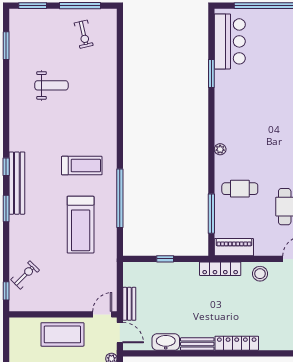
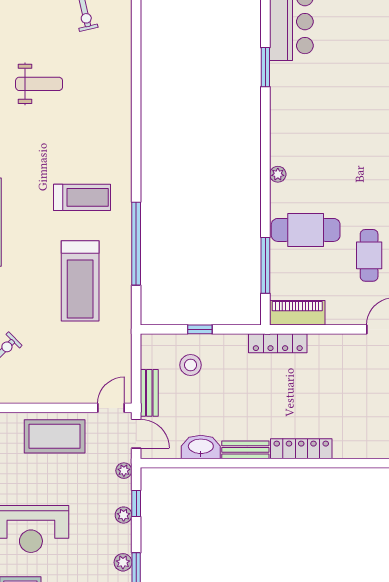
cafe table: (240, 189) -> (306, 230), width x1.37, depth x1.35
stool: (260, 274) -> (191, 365), moved

